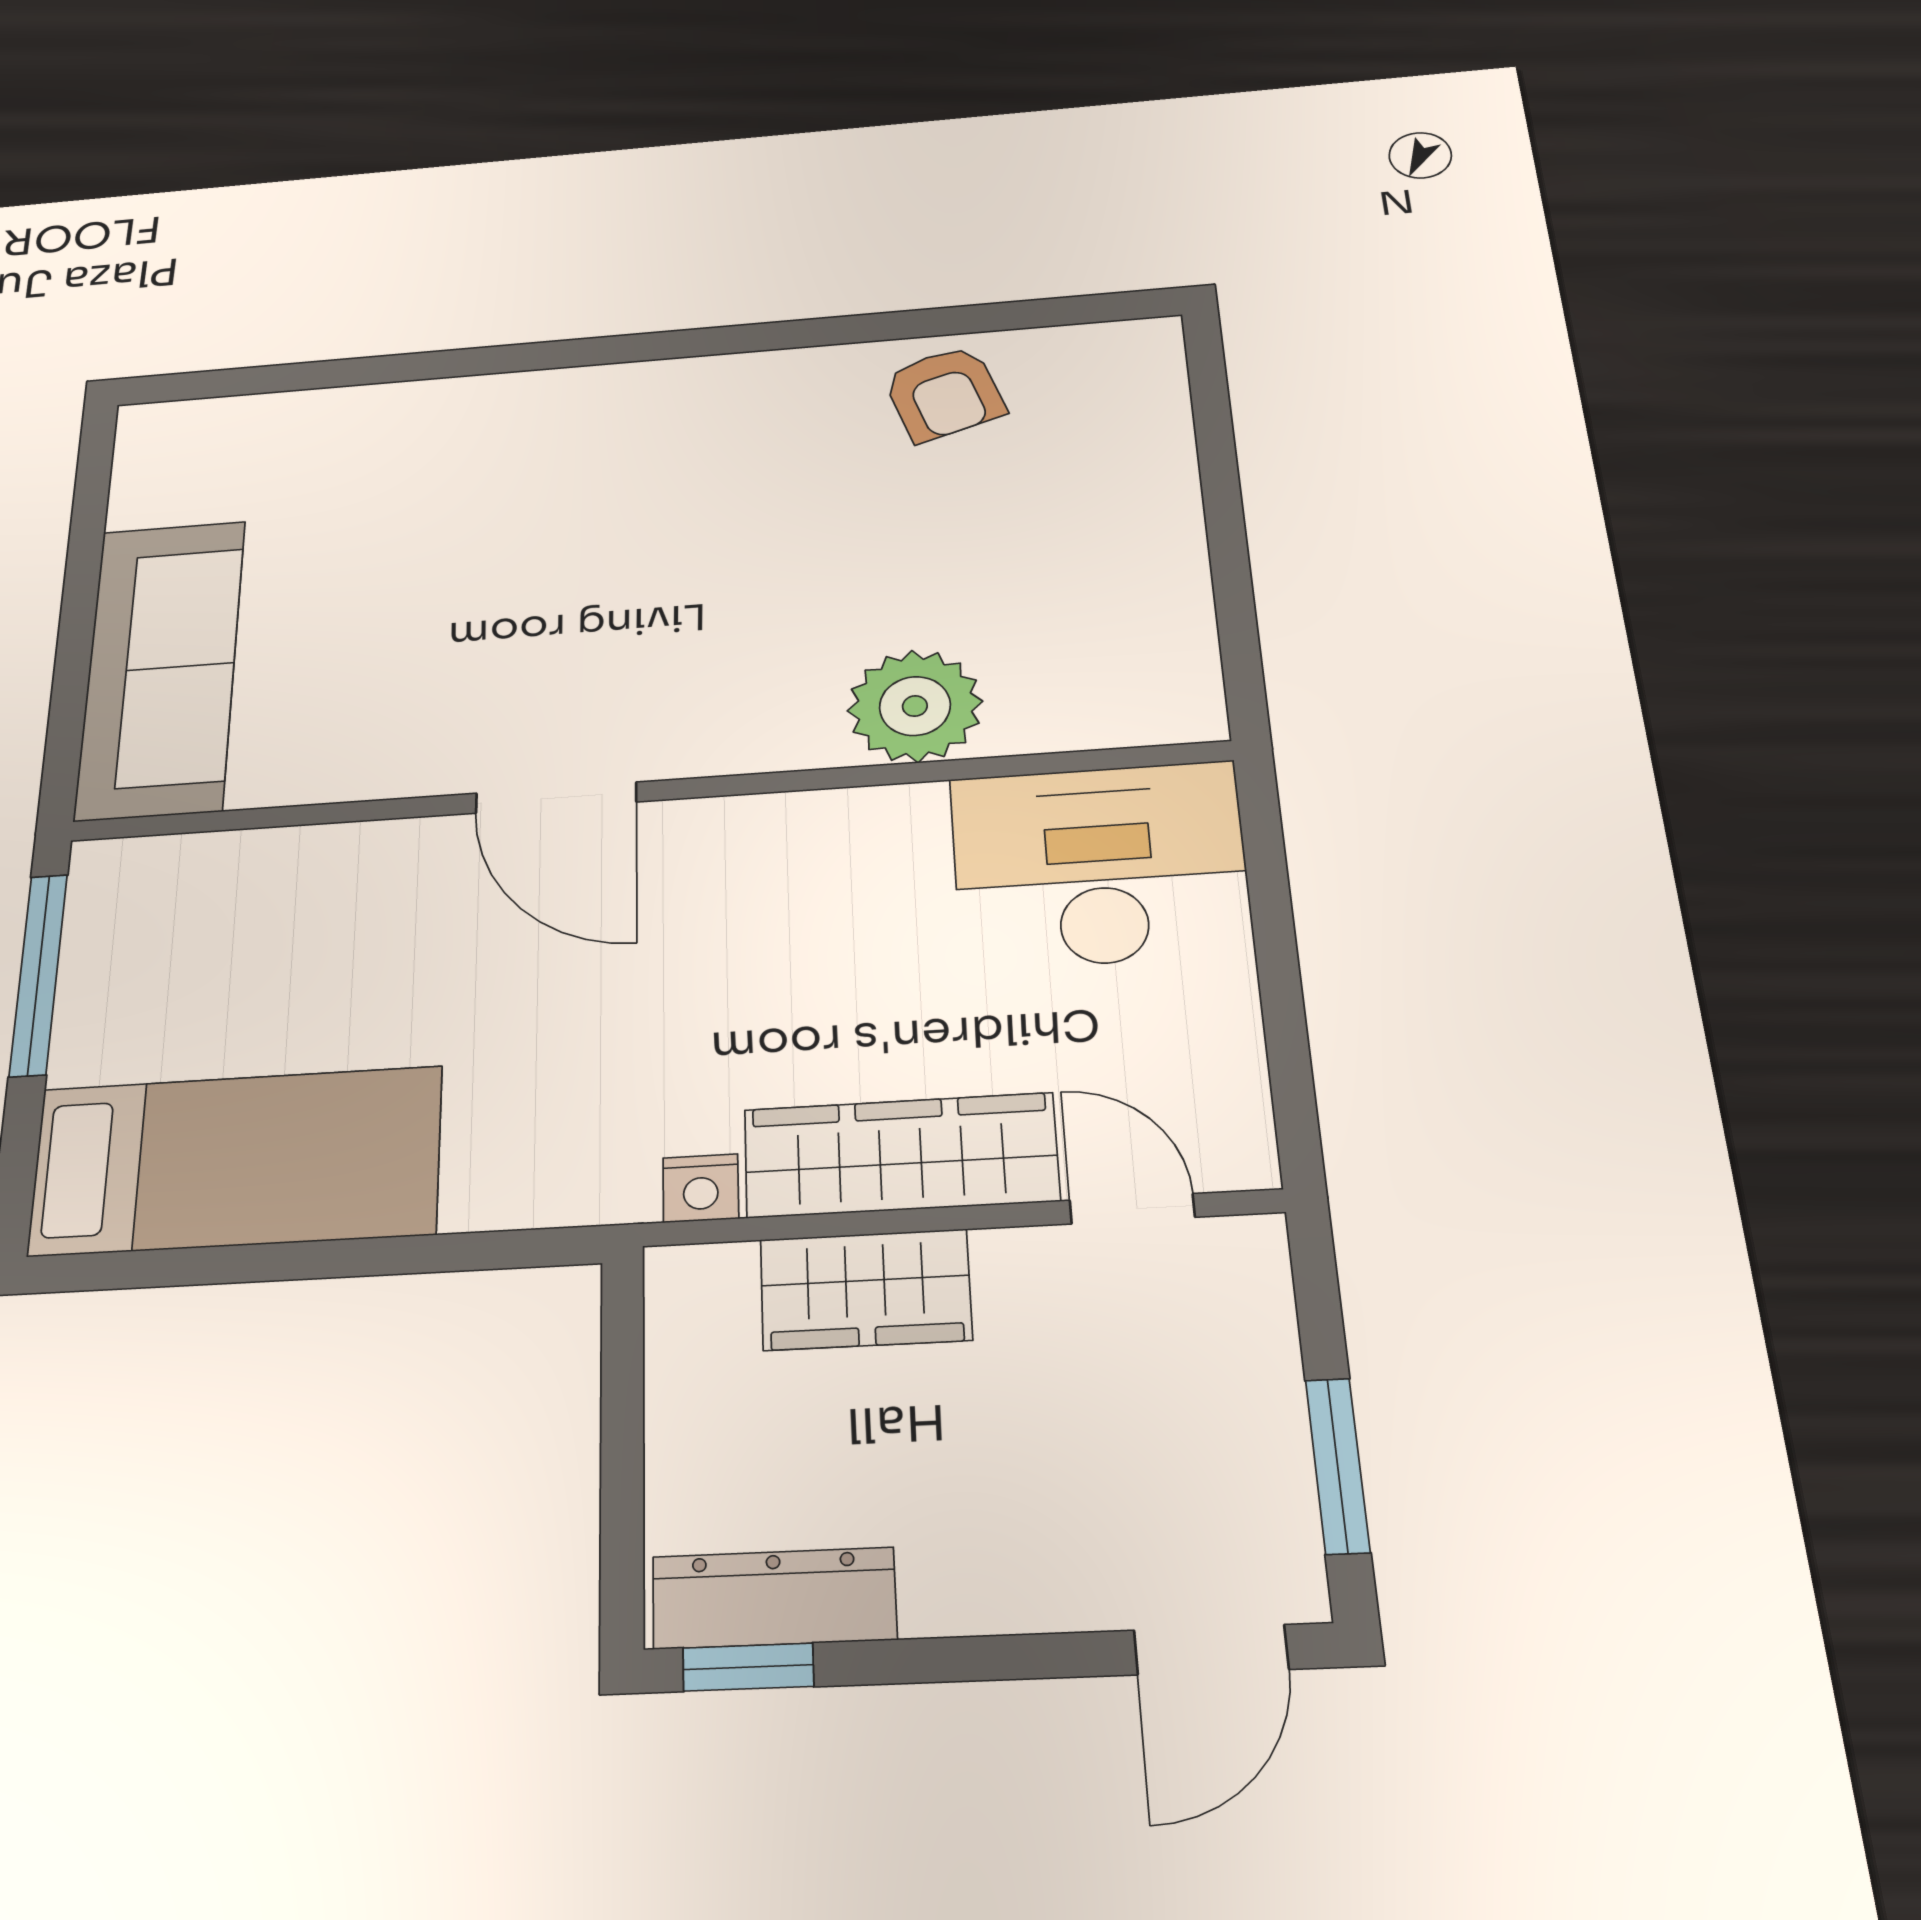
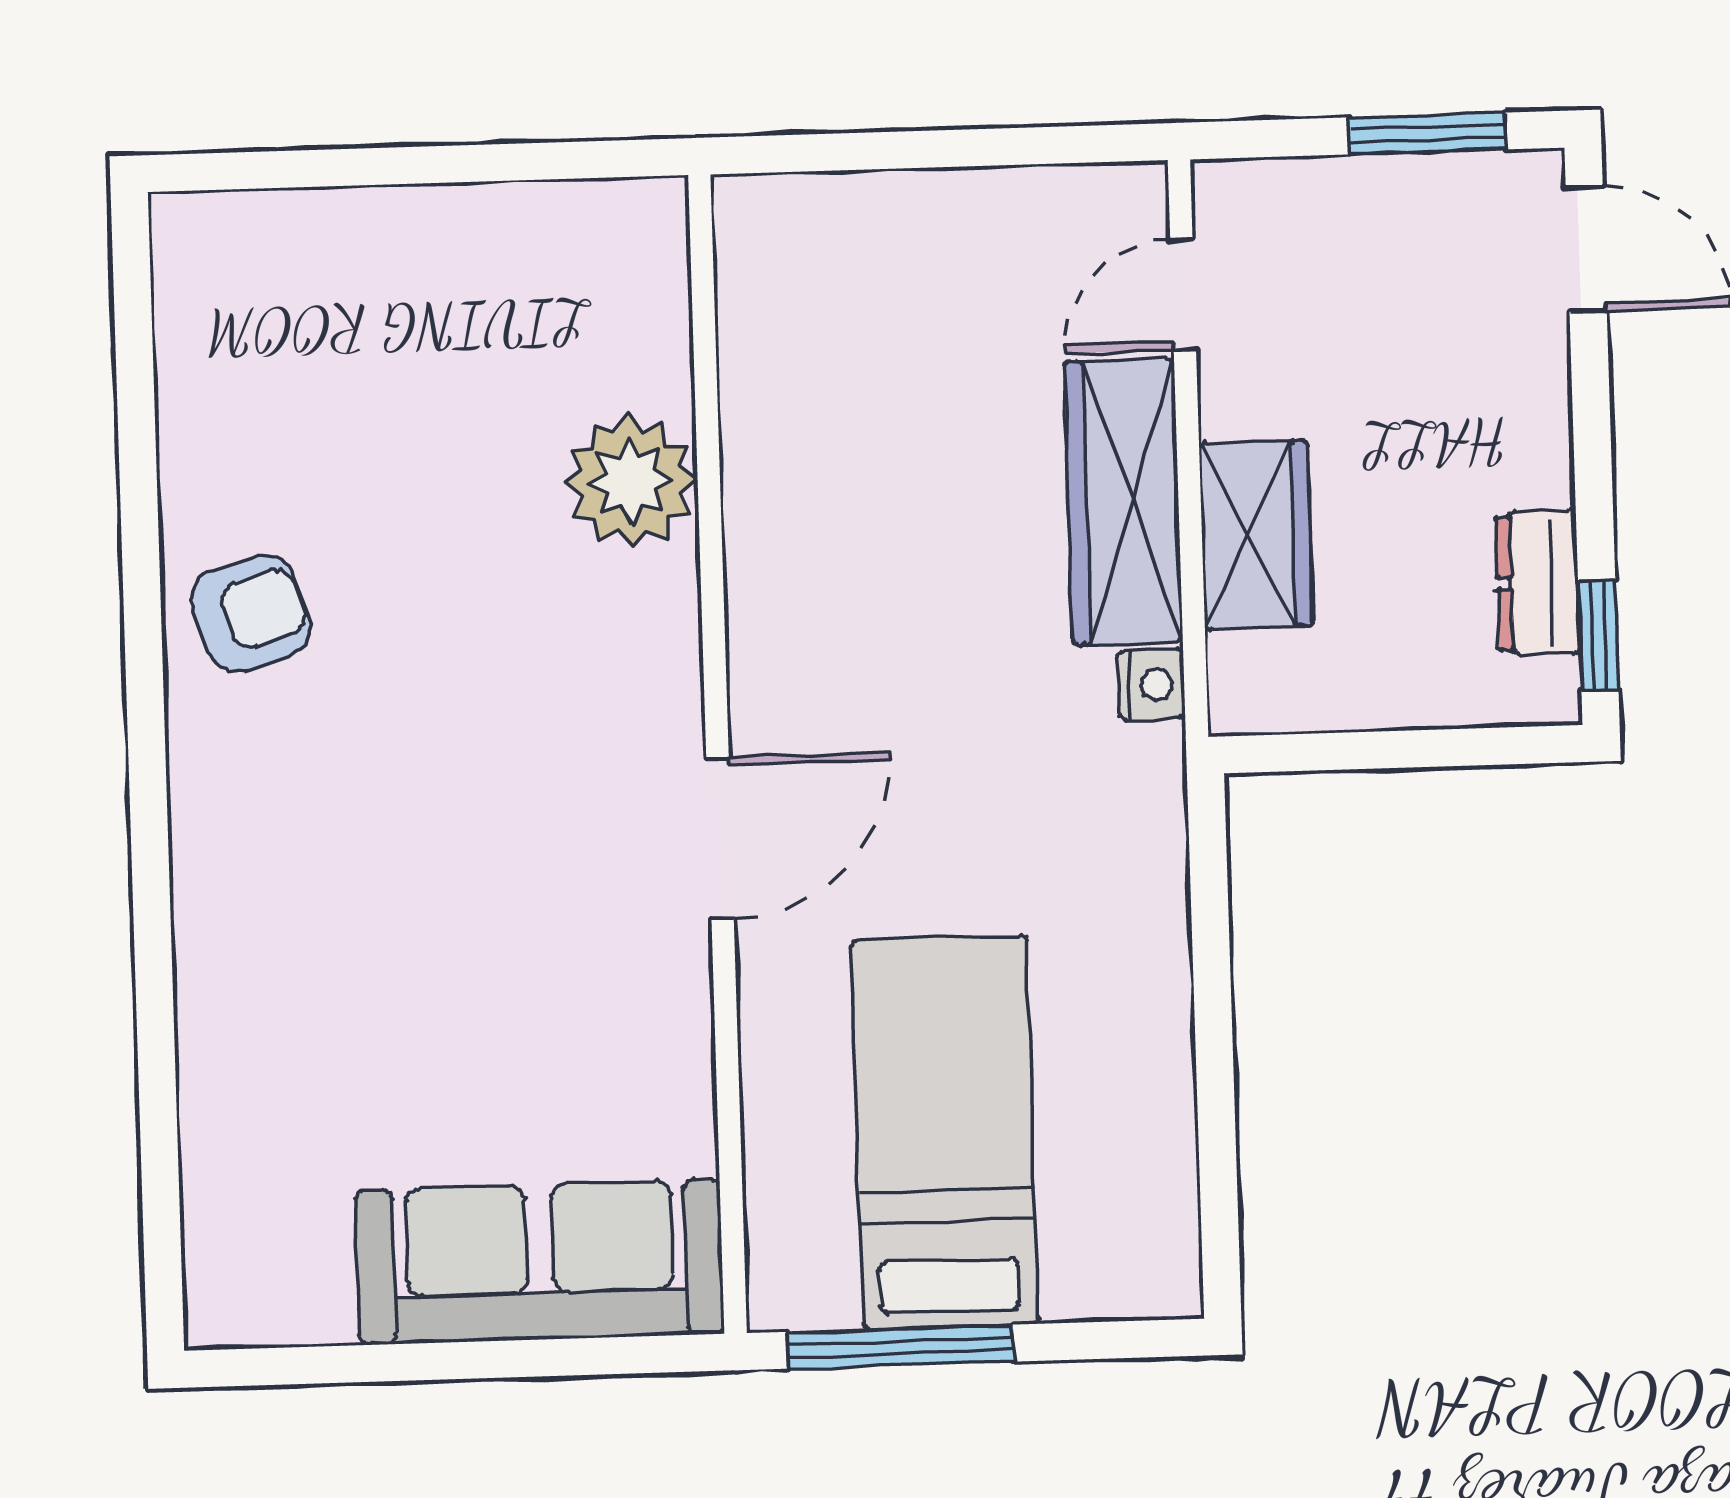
armchair: (944, 393) -> (251, 613), moved
desk: (1099, 865) -> (822, 308), removed
bed: (236, 1161) -> (945, 1132), moved
dresser: (774, 1598) -> (1538, 582), width x0.70

